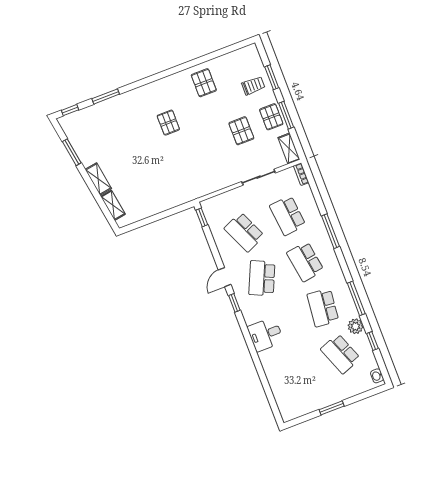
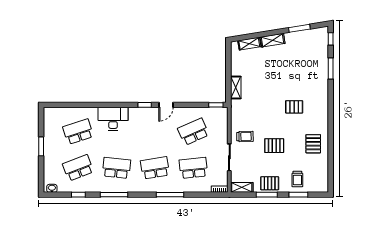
pallet: (204, 83) -> (313, 144), turned 90
pallet: (241, 131) -> (274, 146), moved
trolley: (226, 168) -> (245, 136), added
shelving: (172, 201) -> (236, 87), added
door: (225, 277) -> (166, 105), swing flipped
school desk: (262, 278) -> (78, 132), moved, turned -42
plant: (355, 326) -> (94, 186), removed
desk: (265, 334) -> (113, 119), width x1.37

